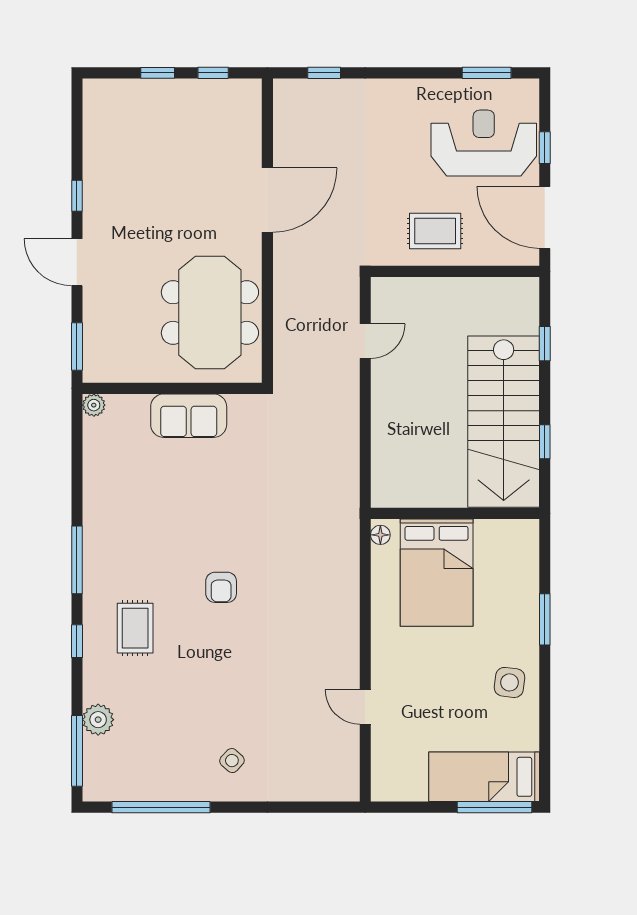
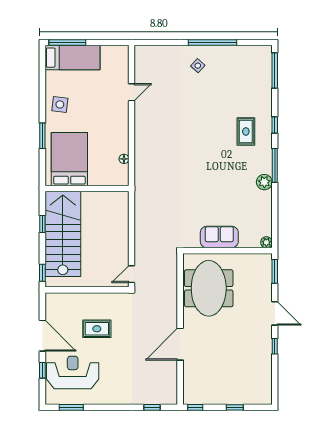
window: (213, 73) -> (195, 407), moved
reception desk: (484, 143) -> (73, 373), turned 180
wall: (455, 271) -> (87, 290), moved
floor lamp: (380, 535) -> (124, 159), moved
bed: (437, 573) -> (69, 159), moved
armchair: (221, 587) -> (203, 152), removed
door: (365, 707) -> (132, 92), hinge flipped
plant: (98, 720) -> (264, 182), moved
window: (161, 807) -> (212, 43), moved

